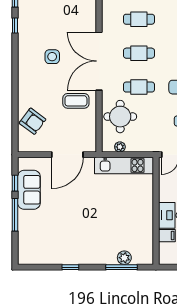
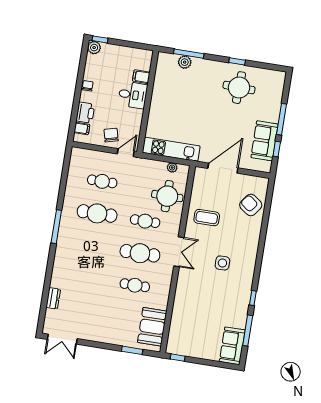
cafe table: (139, 53) -> (140, 253), width x1.37, depth x1.35
double door: (99, 61) -> (179, 252), width x0.54
round table: (64, 240) -> (239, 88), added

